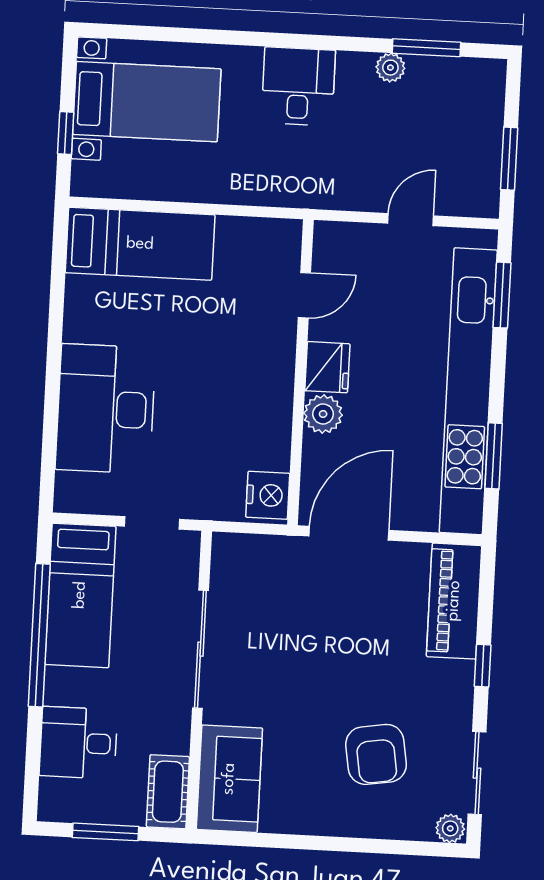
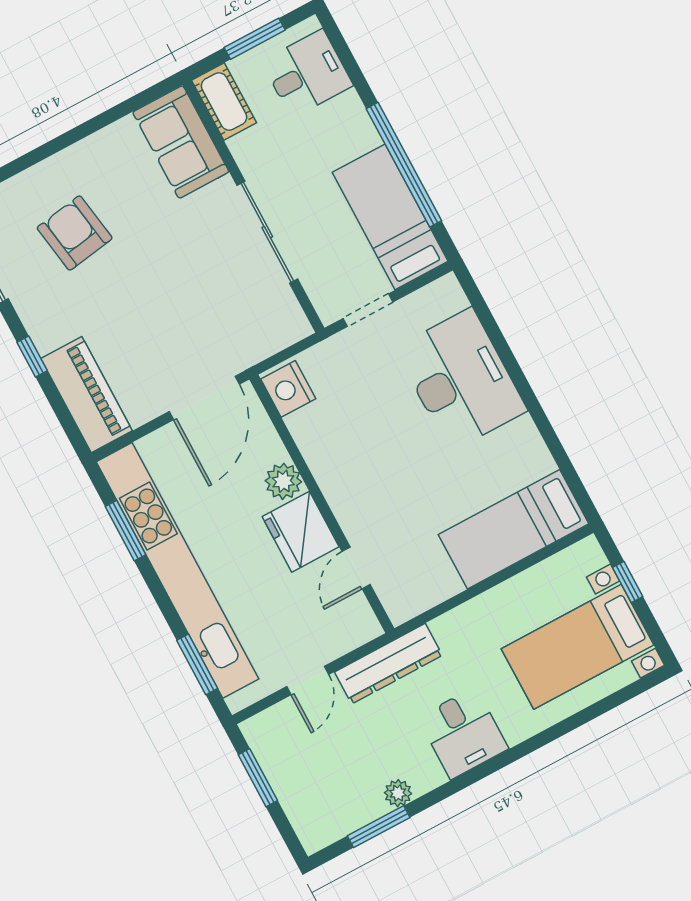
dresser: (328, 190) -> (389, 664), added
fridge: (327, 367) -> (301, 532), width x1.36, depth x1.34
desk: (78, 743) -> (307, 73), moved

